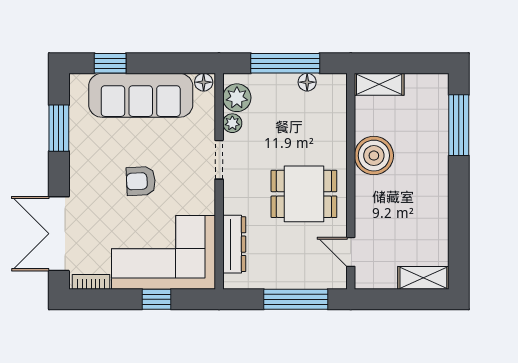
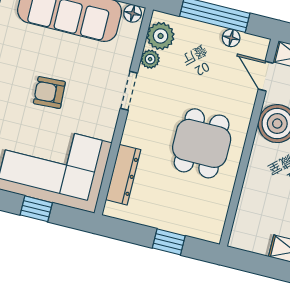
dining table: (304, 194) -> (202, 143), turned 90
door: (351, 252) -> (266, 76), moved
window: (296, 299) -> (169, 242), width x0.46

